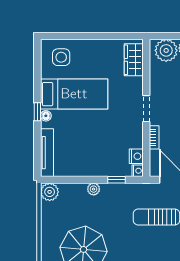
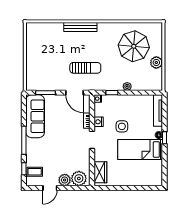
side table: (61, 57) -> (122, 126), moved
nightstand: (136, 156) -> (99, 122), moved
plant: (50, 192) -> (156, 63), moved

